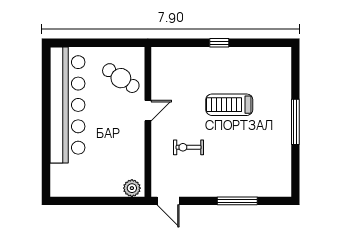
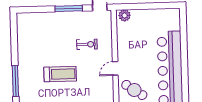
window: (295, 122) -> (15, 81), moved
window: (237, 201) -> (69, 8), moved

